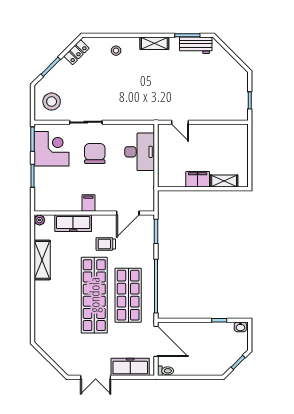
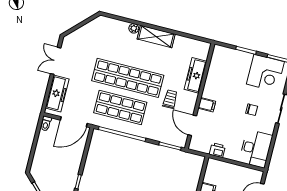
desk: (140, 152) -> (256, 149), moved, turned -90
chair: (95, 154) -> (252, 110), width x0.54, depth x0.54
printer: (148, 179) -> (217, 150), added
filing cabinet: (88, 203) -> (207, 105), moved
plant: (40, 220) -> (134, 28), moved
shelving: (42, 260) -> (156, 36), moved

